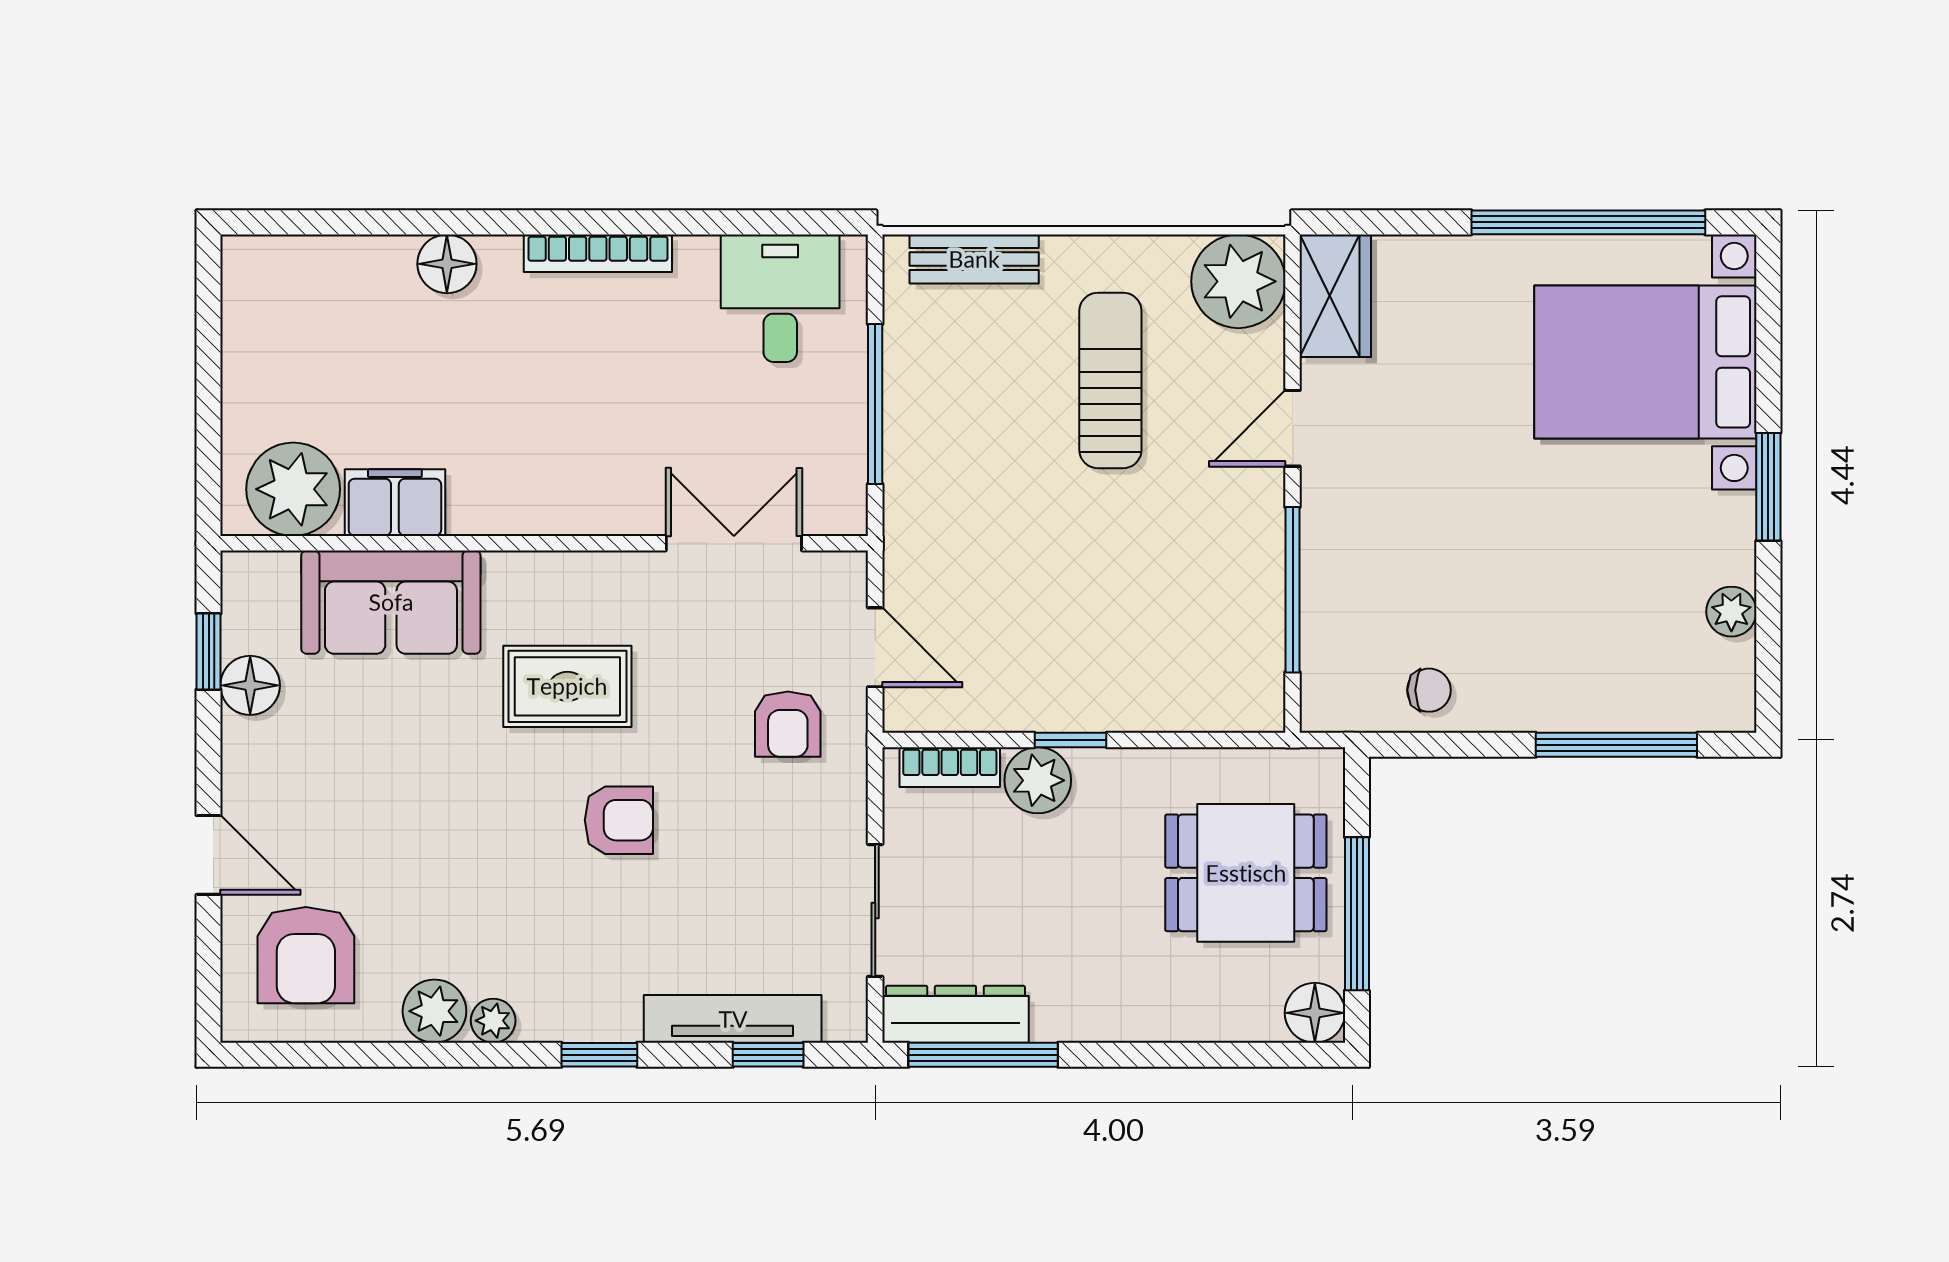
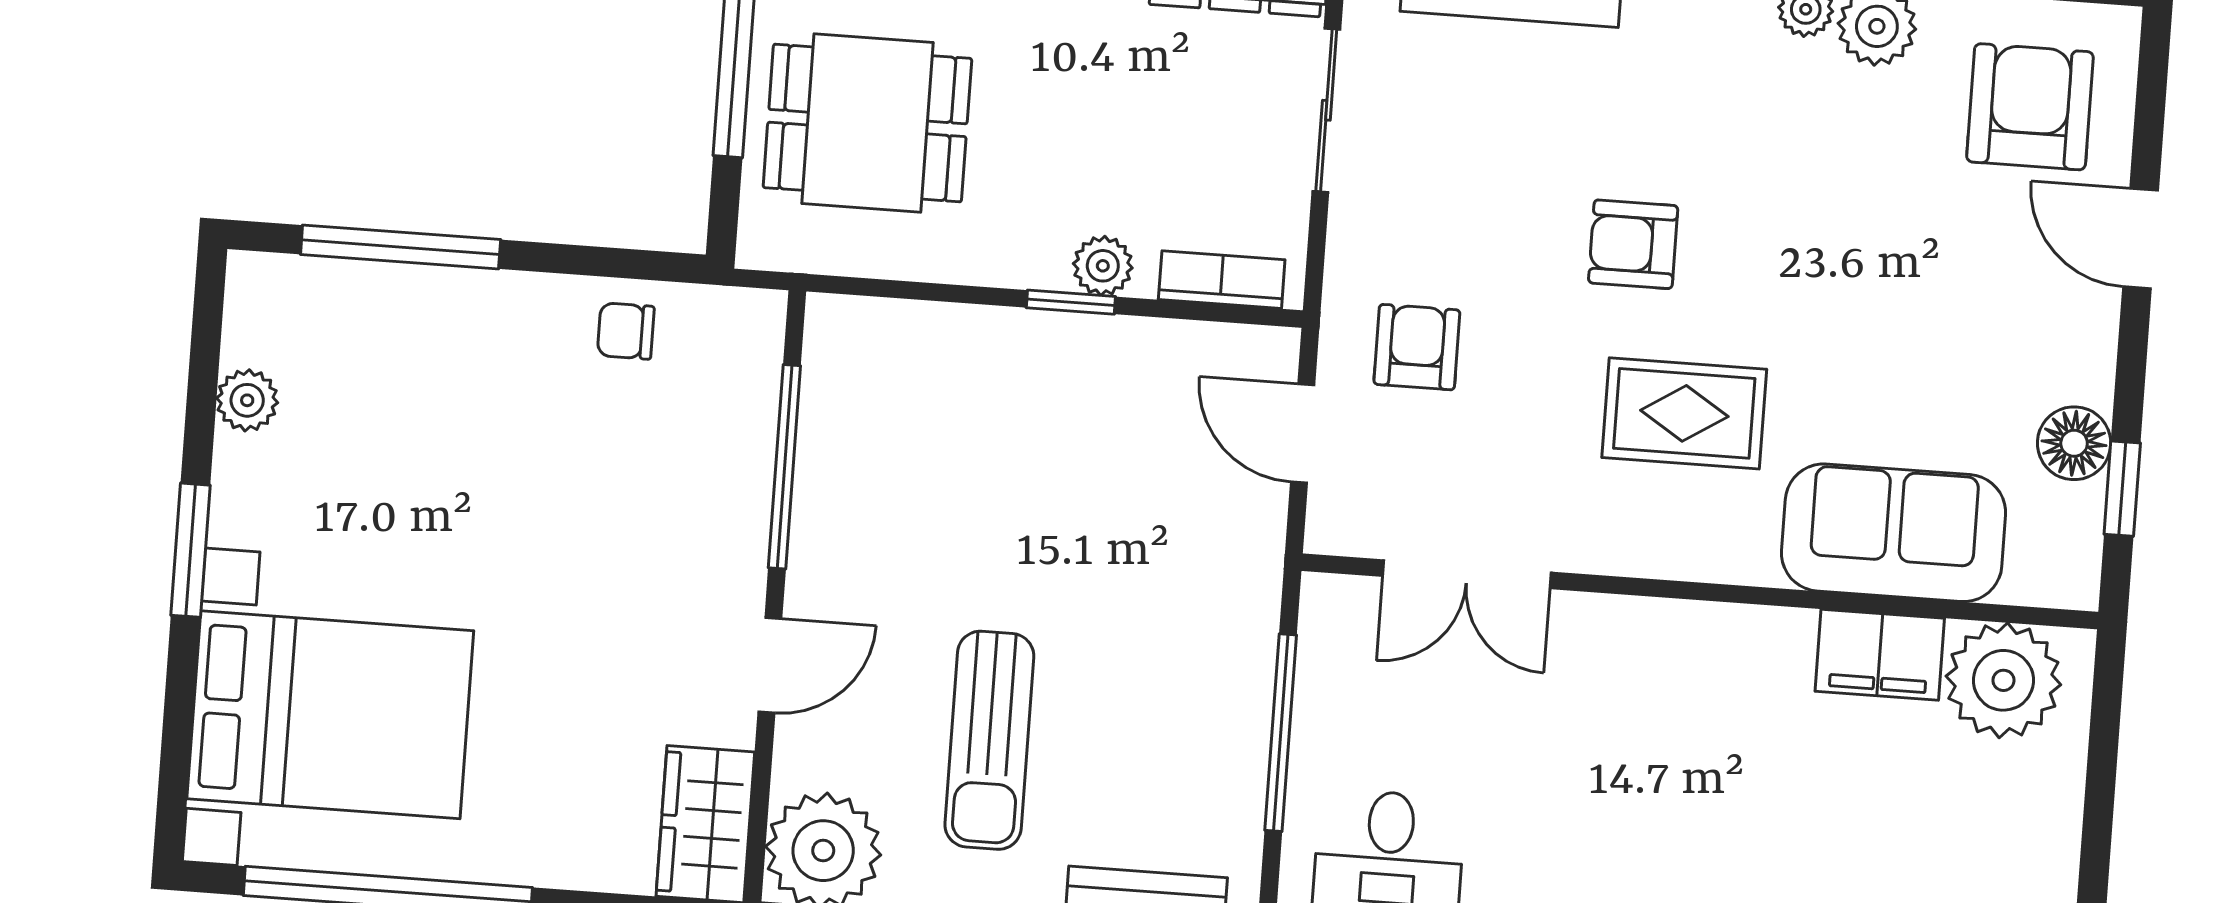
plant: (1038, 780) -> (1103, 266), width x0.73, depth x0.73

